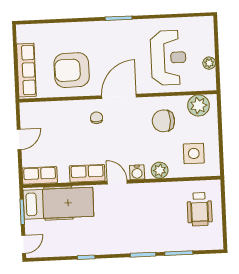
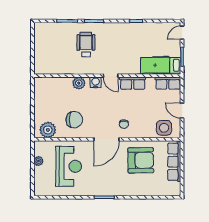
reception desk: (168, 58) -> (69, 166), turned 180
door: (19, 139) -> (182, 111), hinge flipped
side table: (194, 153) -> (164, 128), moved
hospital bed: (58, 203) -> (161, 65), width x0.73, depth x0.78
wheelchair: (200, 209) -> (86, 44), moved

